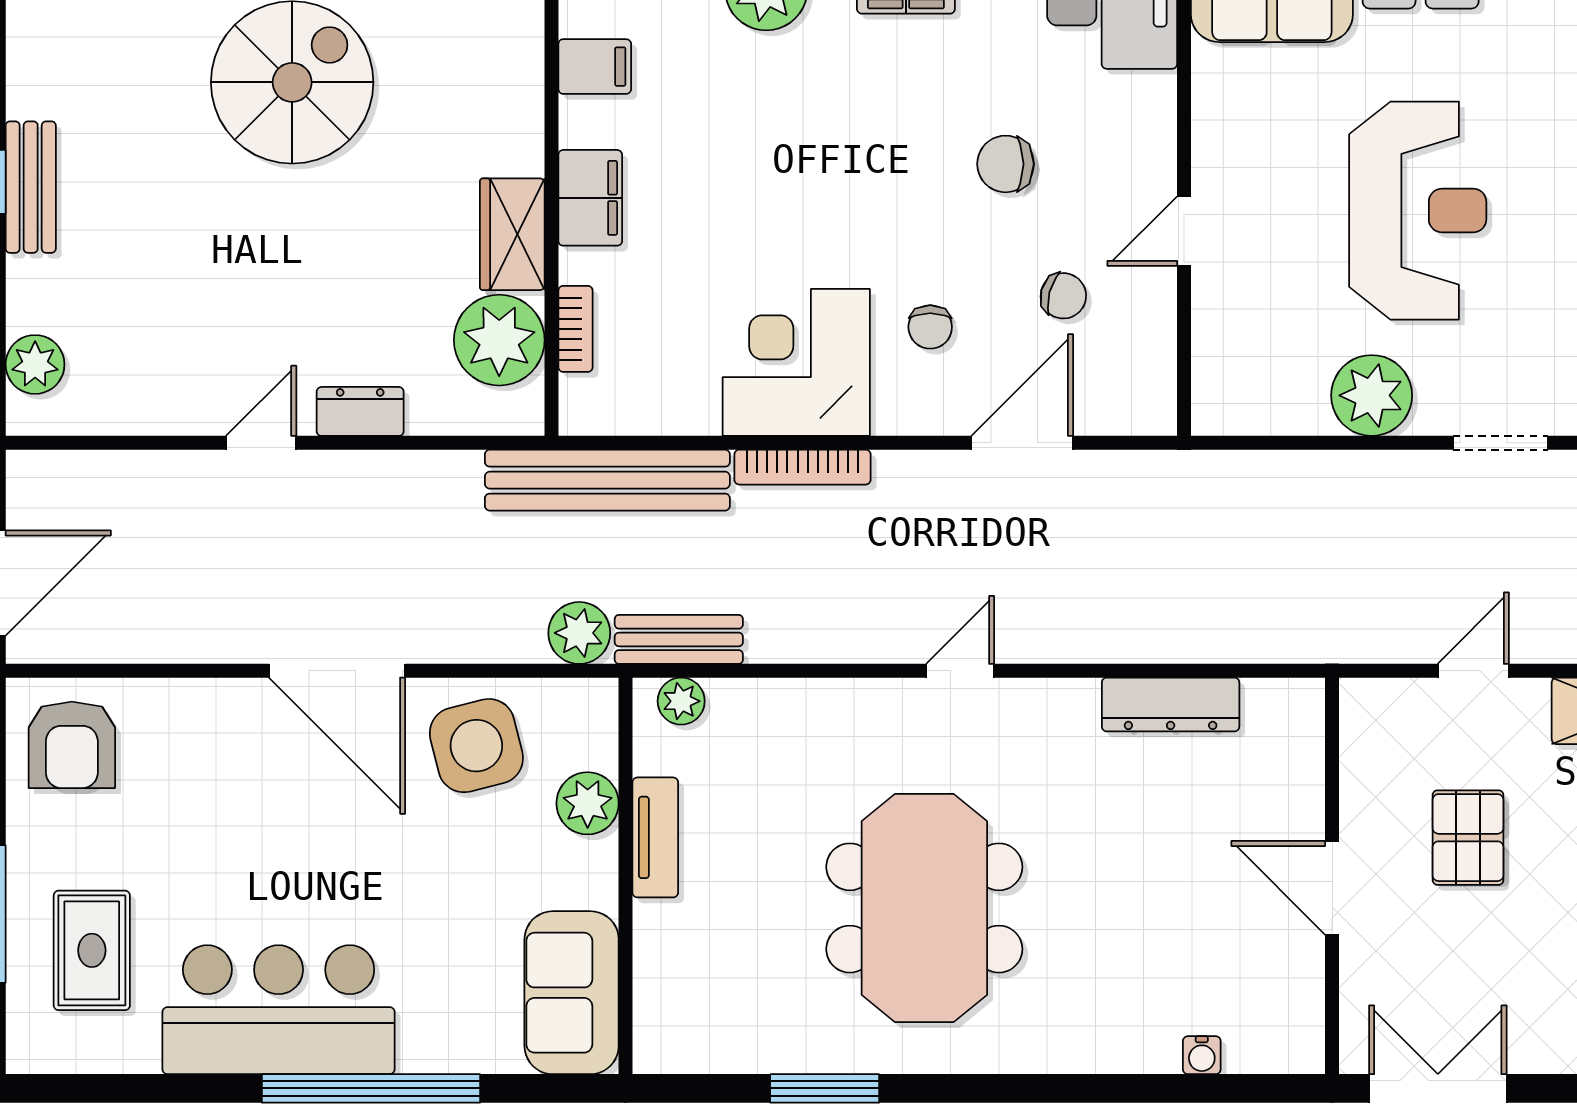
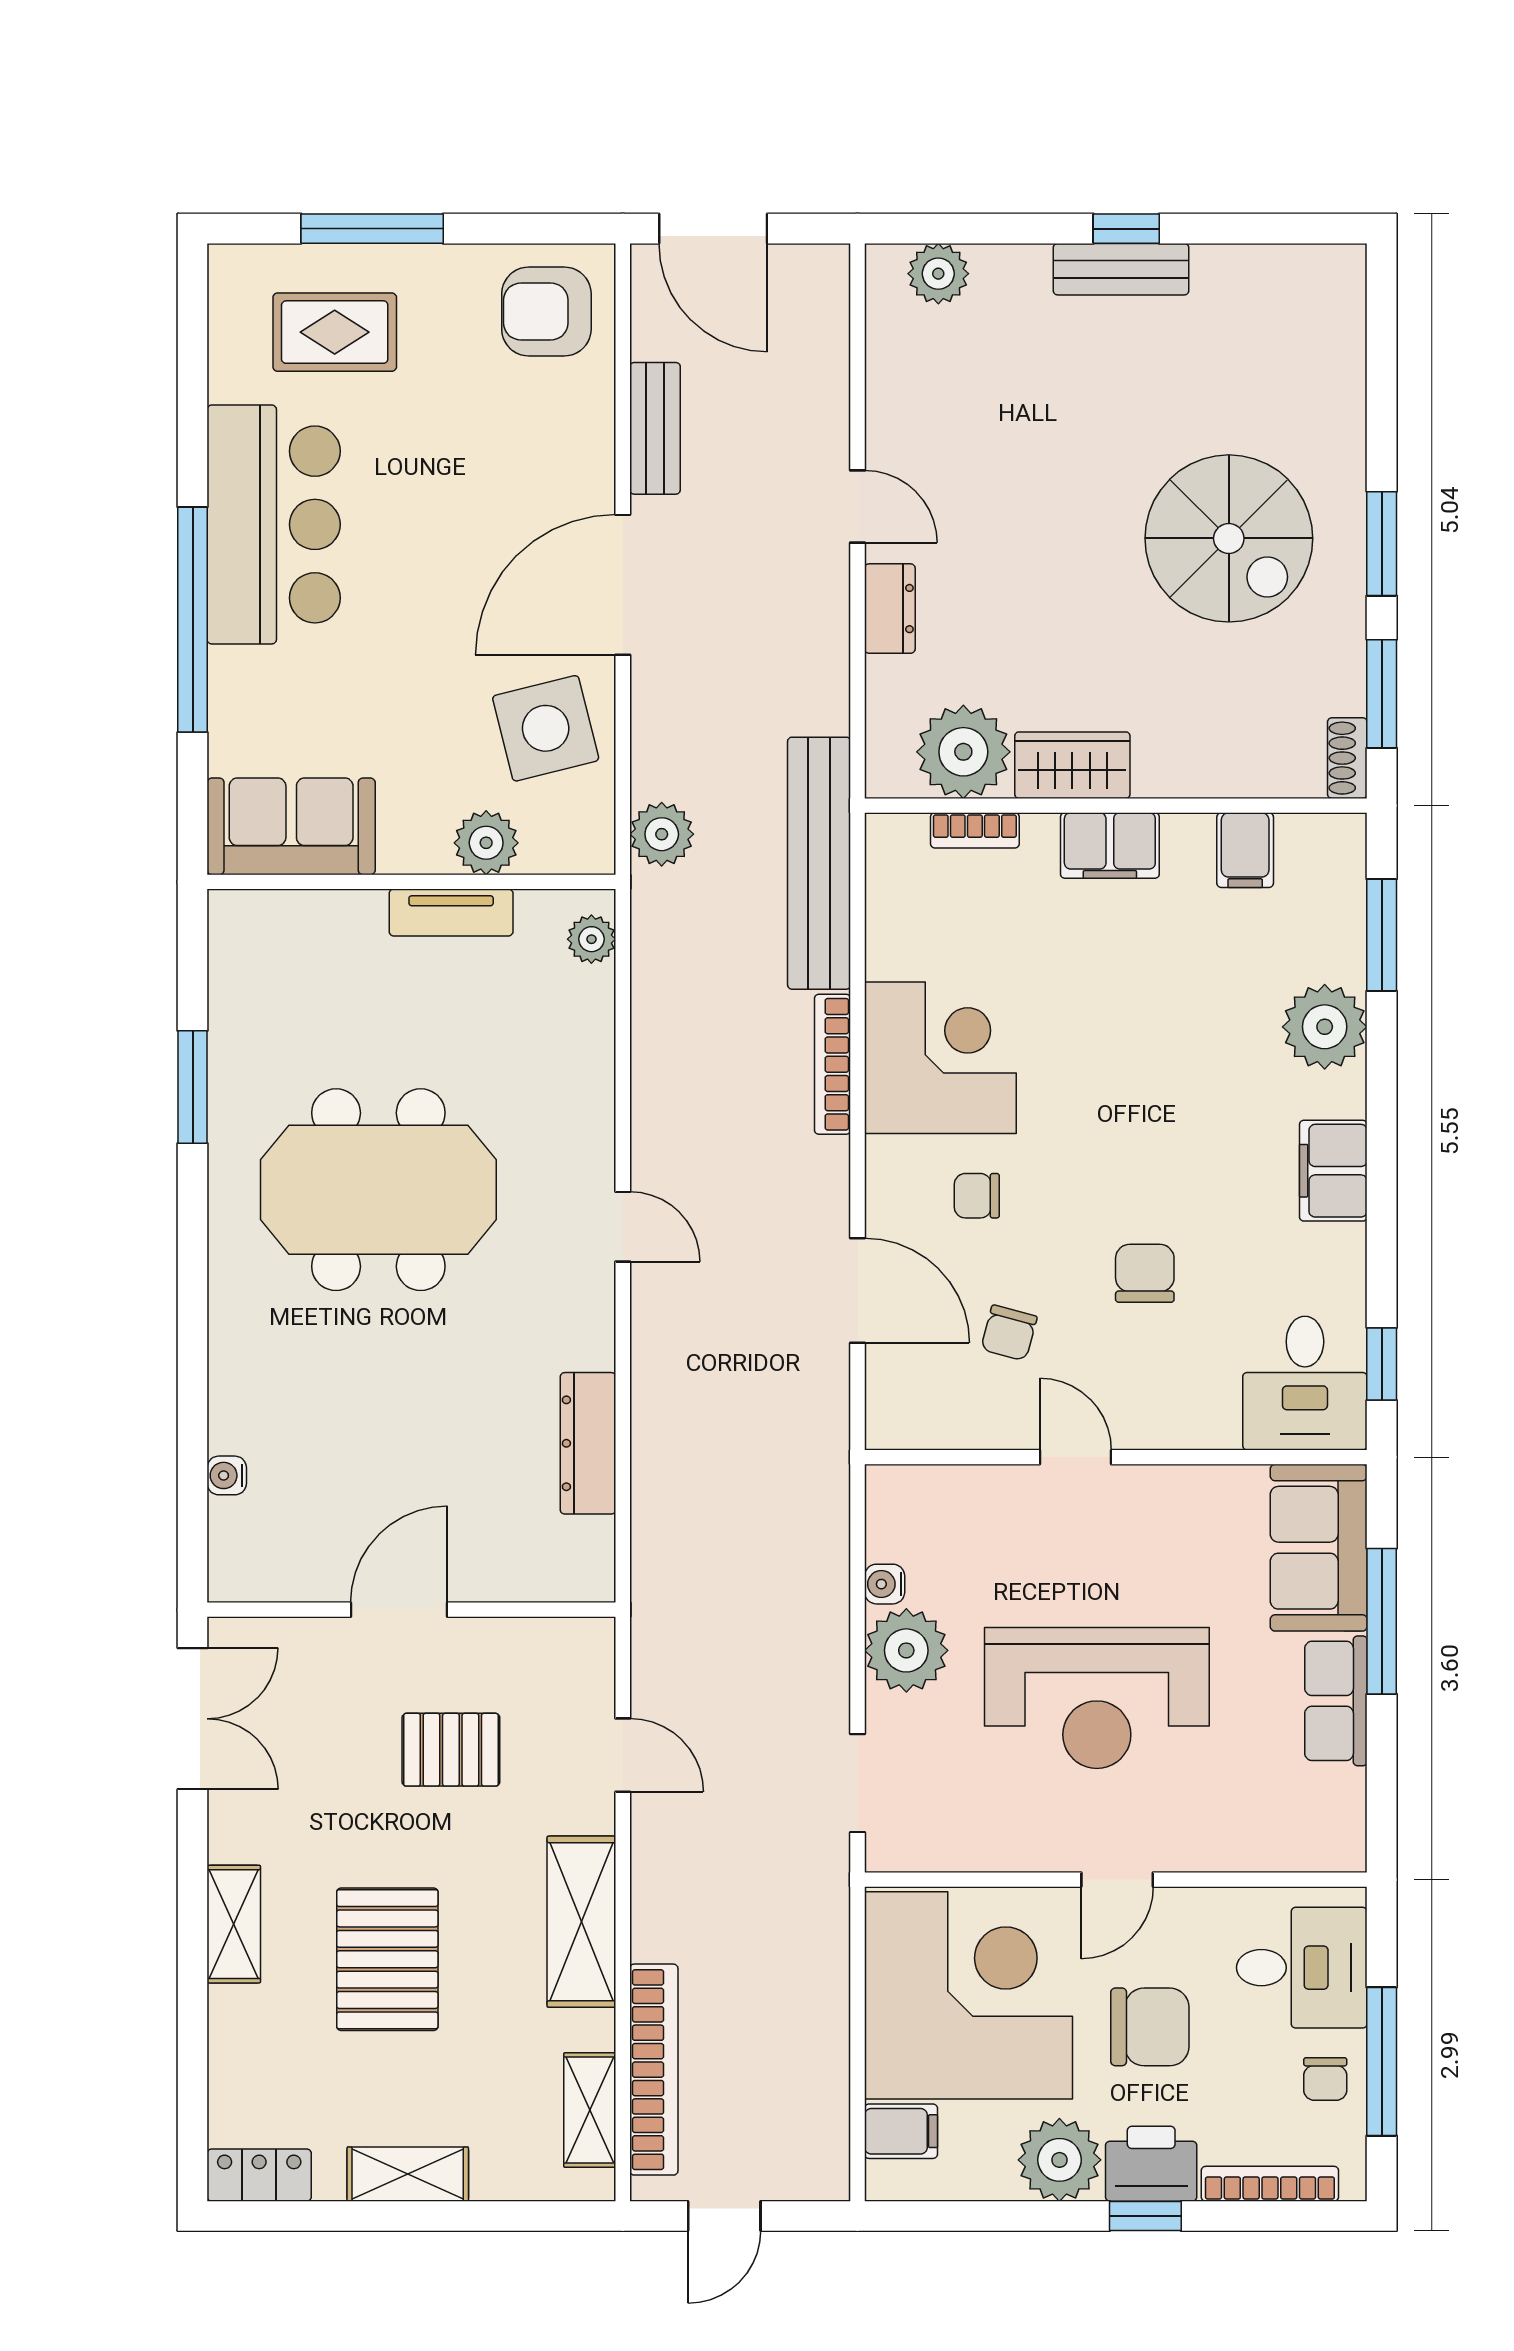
water cooler: (1307, 417) -> (885, 1584), added
bench: (679, 639) -> (655, 428), moved

